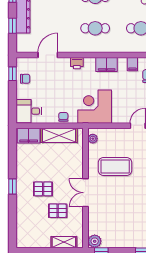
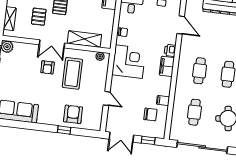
filing cabinet: (107, 65) -> (167, 66), moved
shelving: (59, 135) -> (84, 39), moved, turned 90
double door: (86, 193) -> (52, 44), swing flipped
armchair: (112, 194) -> (48, 67), added

